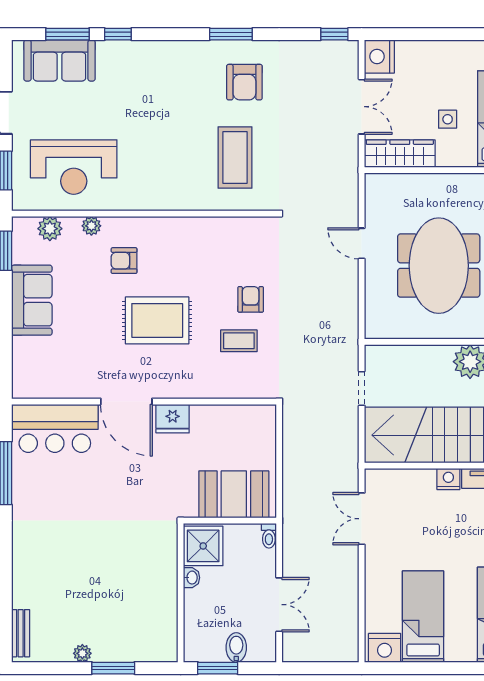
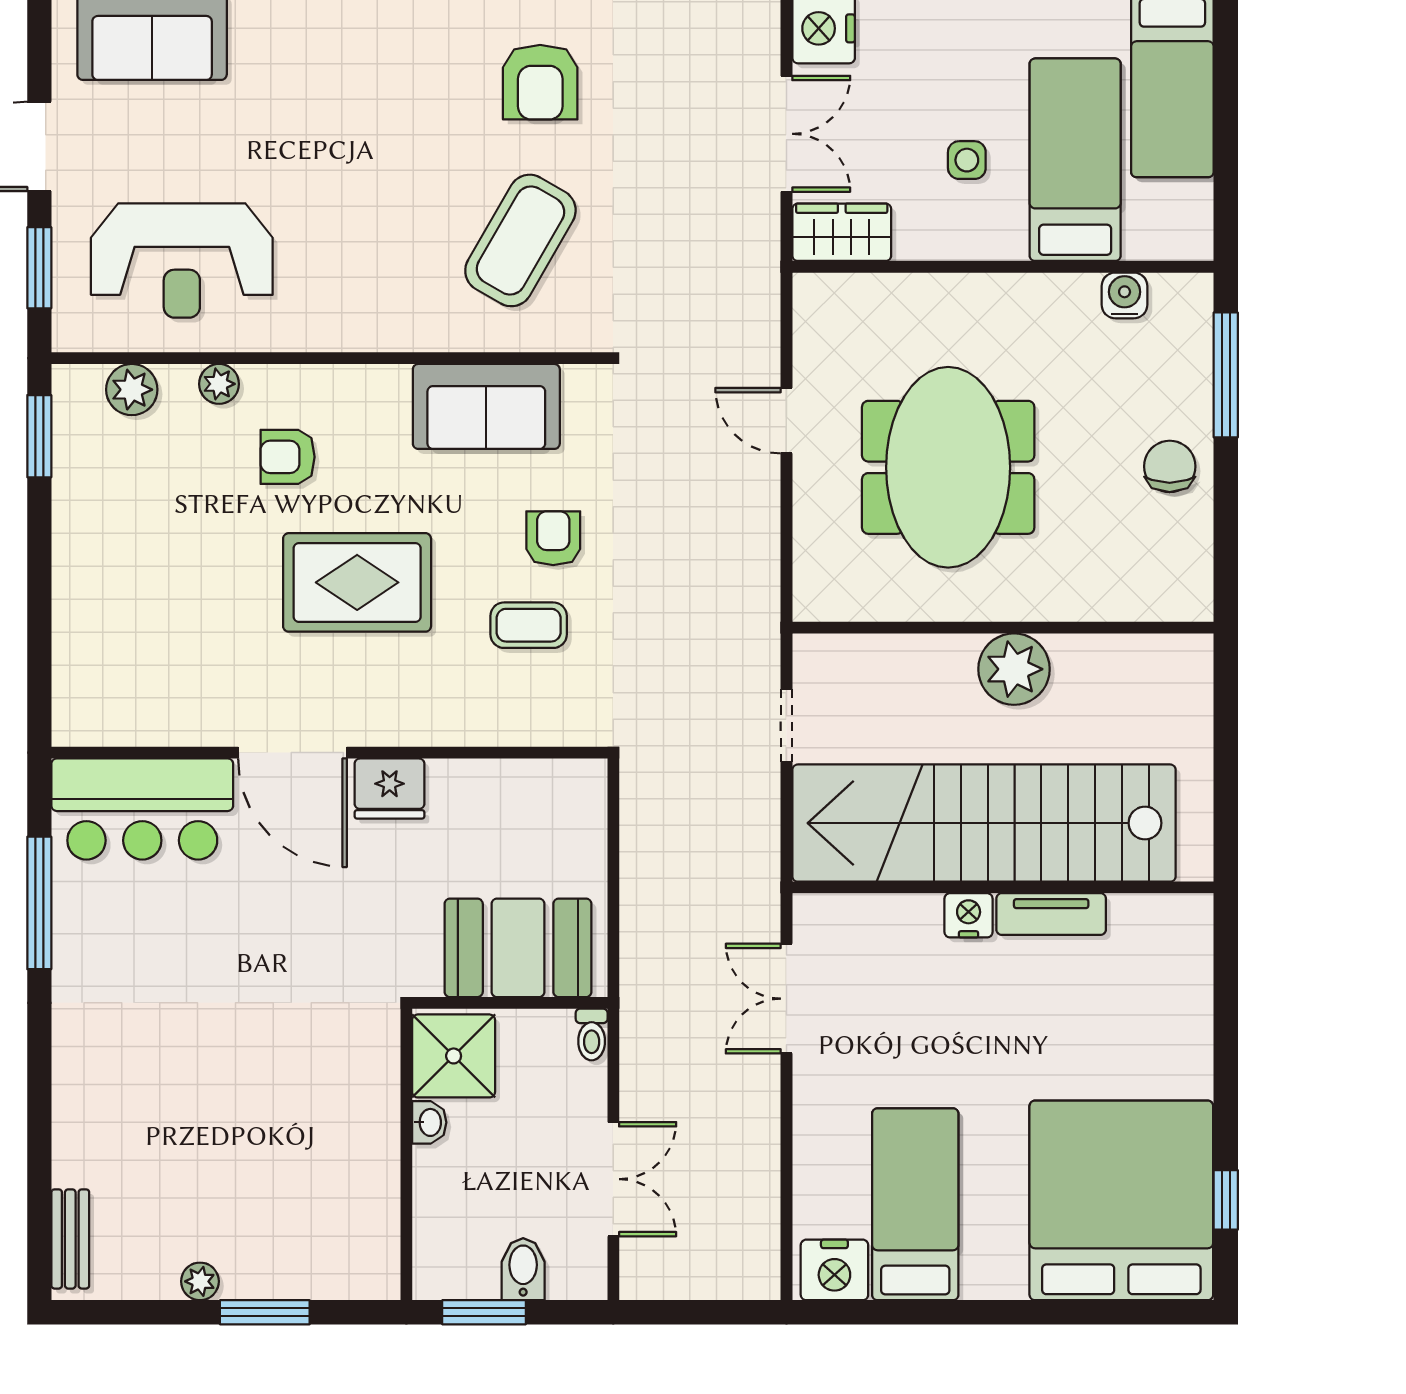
wardrobe: (400, 154) -> (842, 232), width x0.67
coffee table: (235, 158) -> (520, 240), turned 30
sofa: (32, 300) -> (486, 406), moved, turned 90

